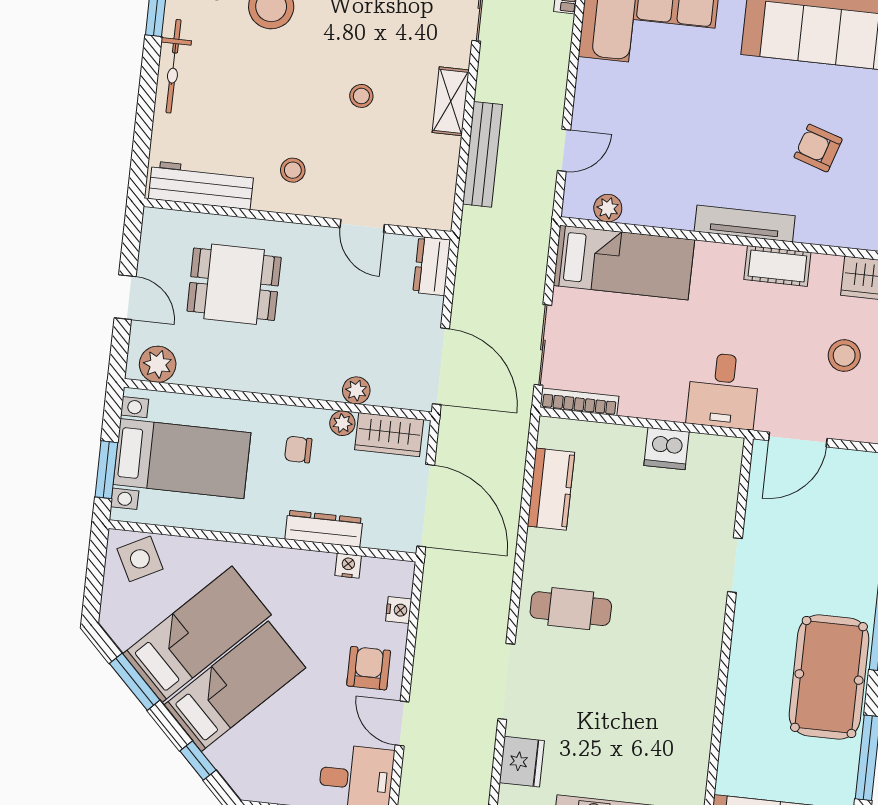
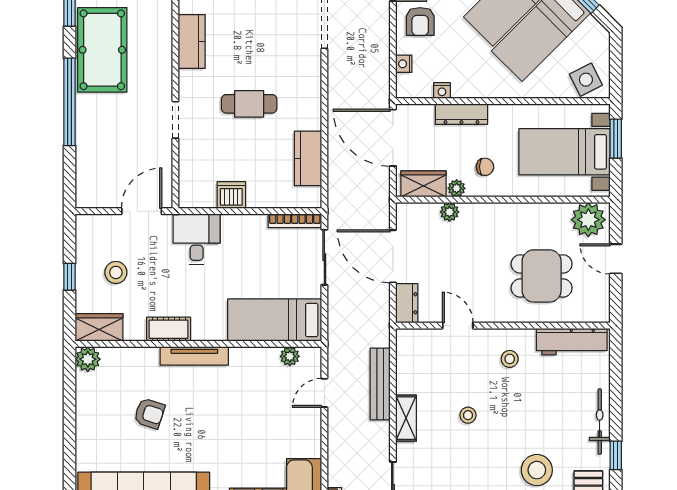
plant: (158, 364) -> (588, 220), width x1.36, depth x1.36
door: (441, 366) -> (393, 256), moved
cafe table: (571, 609) -> (249, 104), moved
kitchen counter: (699, 675) -> (192, 41), added

